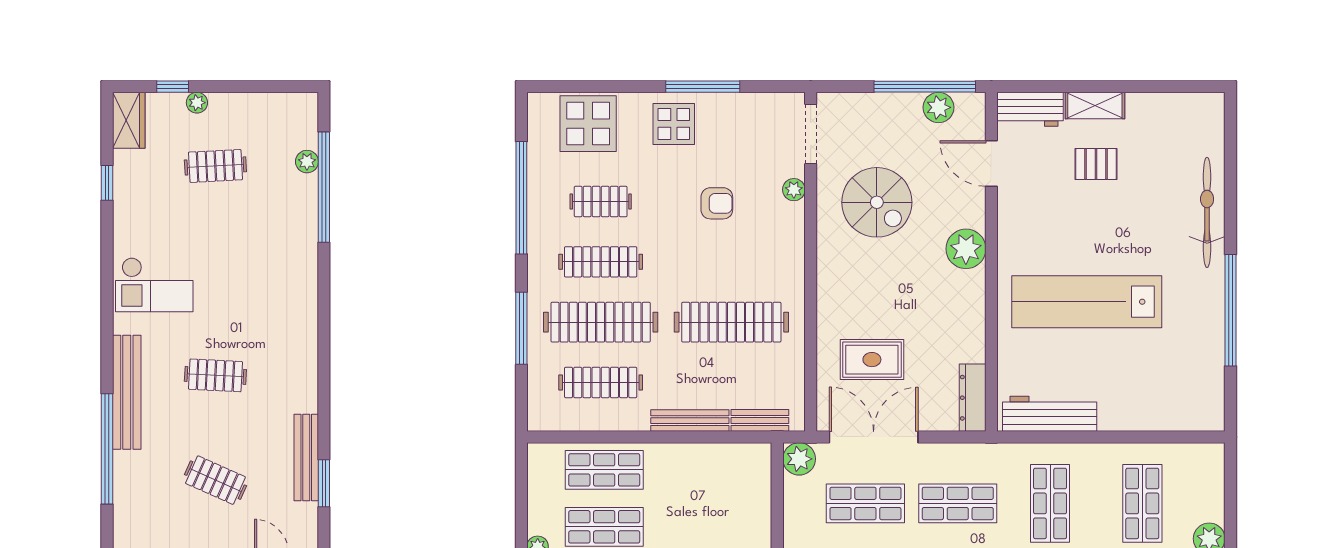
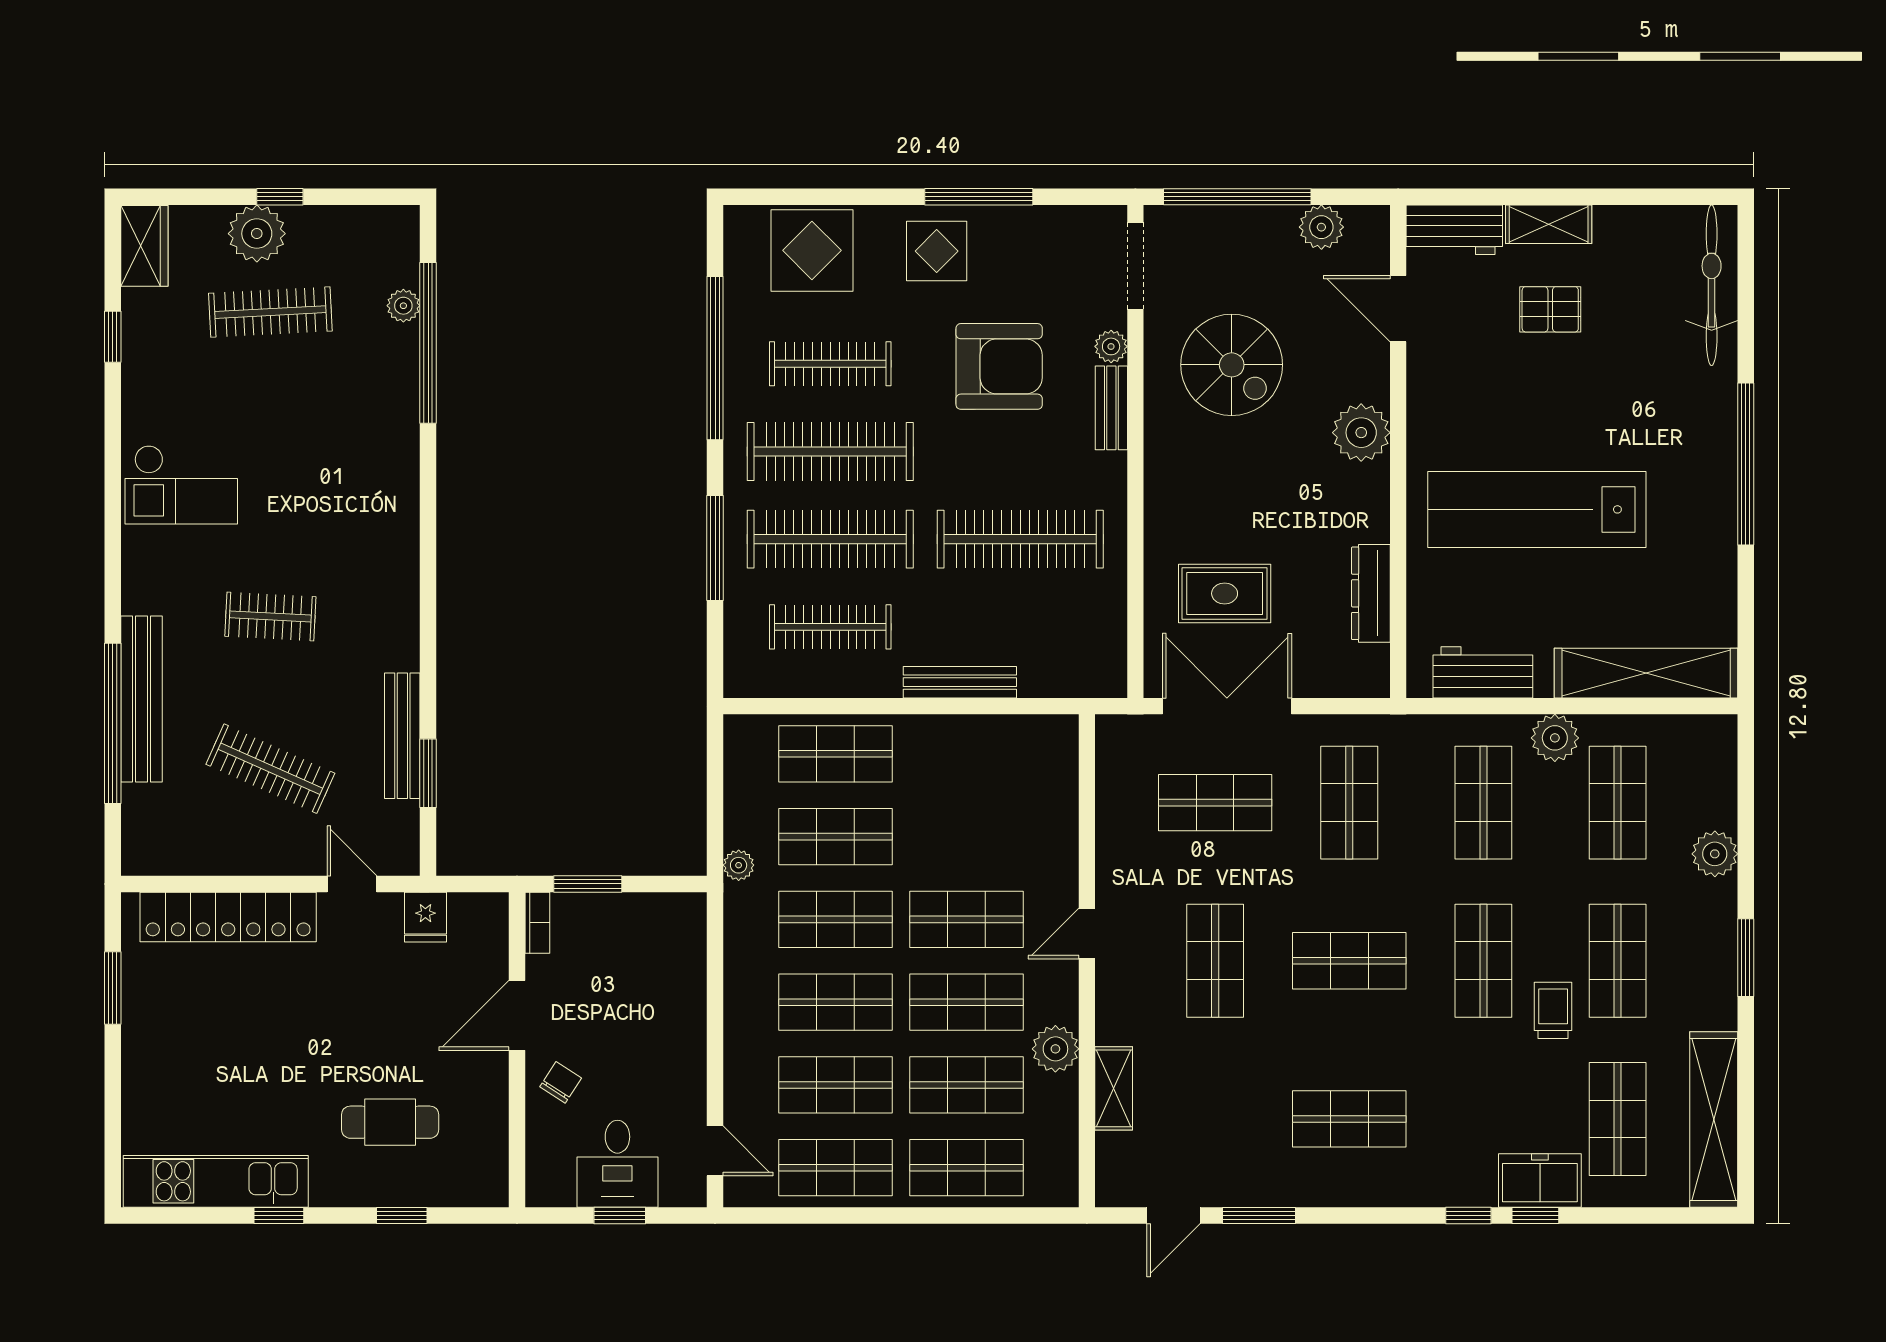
window: (173, 87) -> (280, 197), moved
window: (925, 87) -> (1237, 197), moved
plant: (197, 103) -> (257, 234), width x1.88, depth x1.88
clothes rail: (215, 166) -> (270, 312), width x1.36
clothes rail: (601, 202) -> (830, 364), width x1.36
armchair: (717, 203) -> (999, 366), width x1.88, depth x1.88
bicycle: (1207, 212) -> (1712, 285), moved
clothes rail: (601, 262) -> (830, 451), width x1.37, depth x1.31
window: (1231, 310) -> (1746, 464), moved
bench: (127, 392) -> (141, 699), moved
dresser: (973, 398) -> (1371, 593), moved
workbench: (1050, 414) -> (1483, 672), width x0.73
shelving: (1162, 414) -> (1646, 673), added
bench: (760, 420) -> (1111, 408), moved, turned 90
plant: (799, 459) -> (1555, 738), moved
clothes rail: (215, 480) -> (270, 769), width x1.36
shop shelf: (958, 503) -> (1349, 803), turned 90

